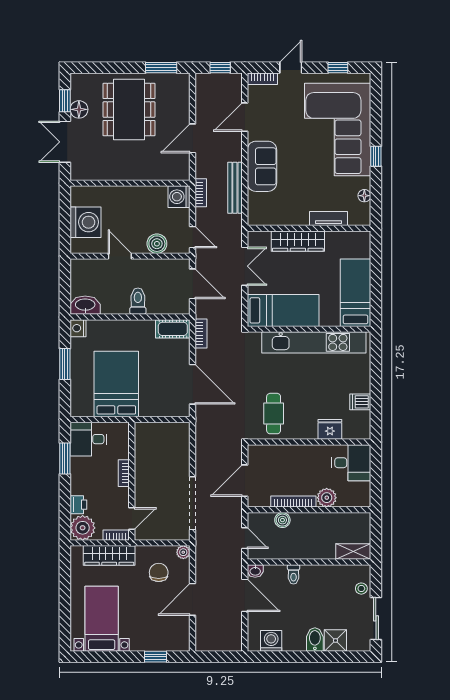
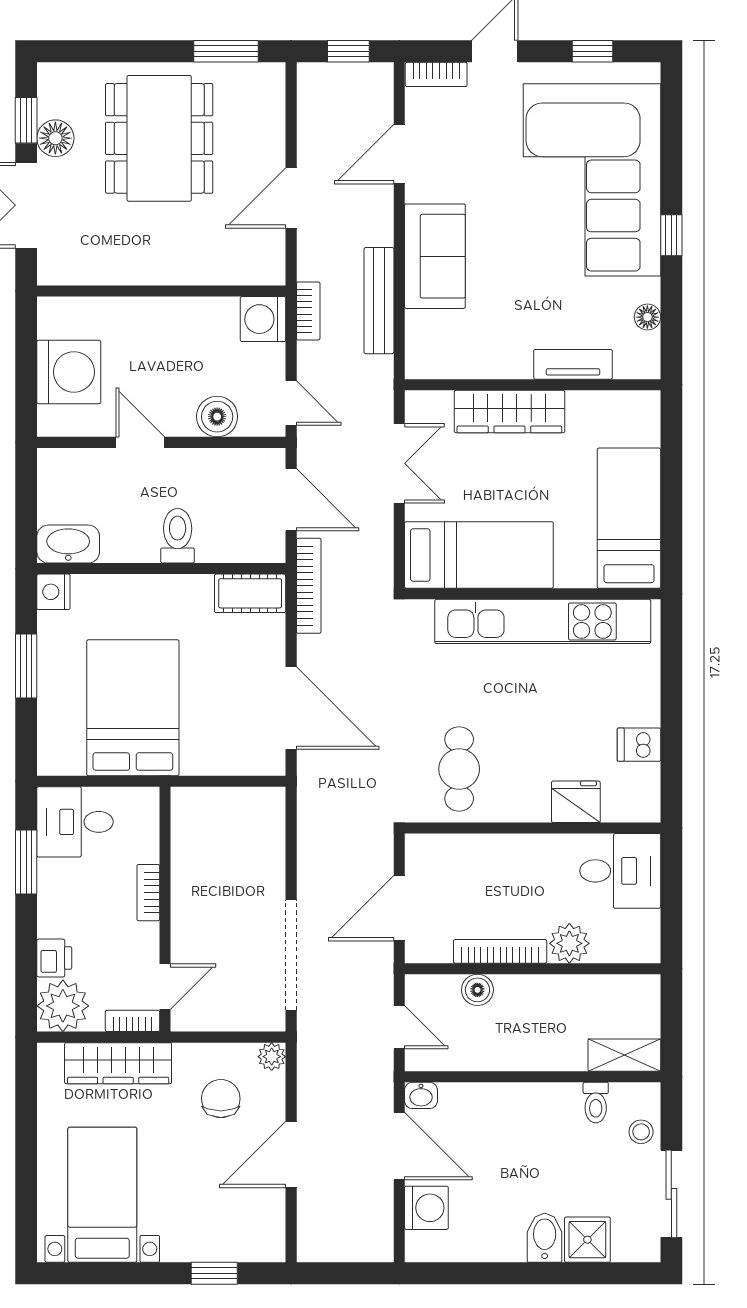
bookcase: (201, 334) -> (309, 586), width x1.56
toilet: (294, 574) -> (596, 1103), moved
washing machine: (271, 641) -> (426, 1208), moved, turned 90

